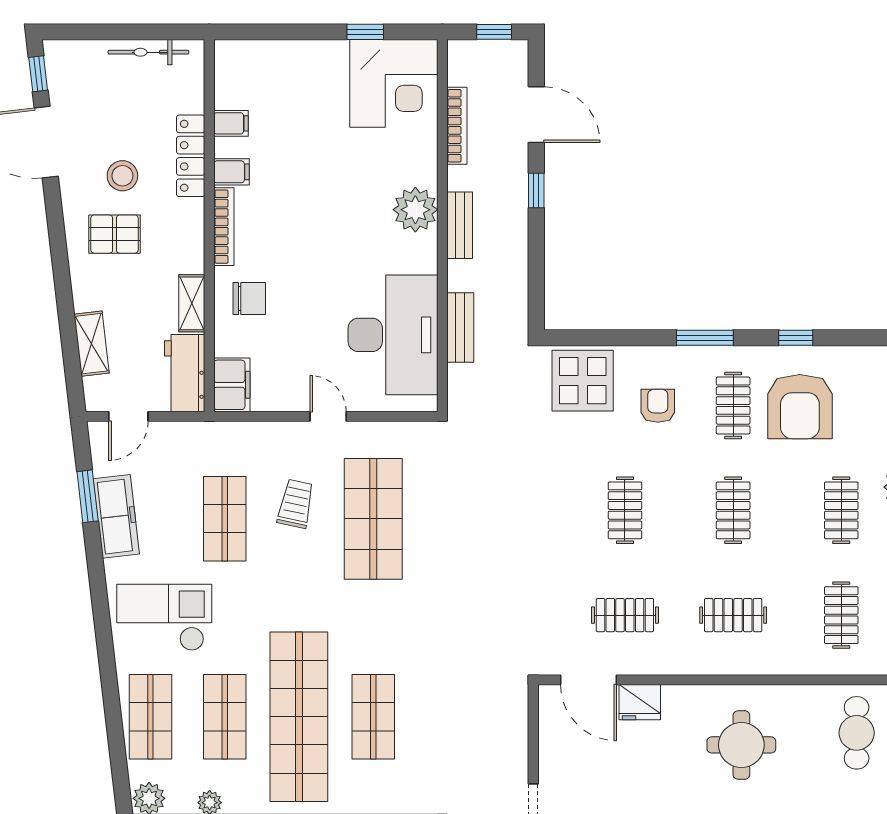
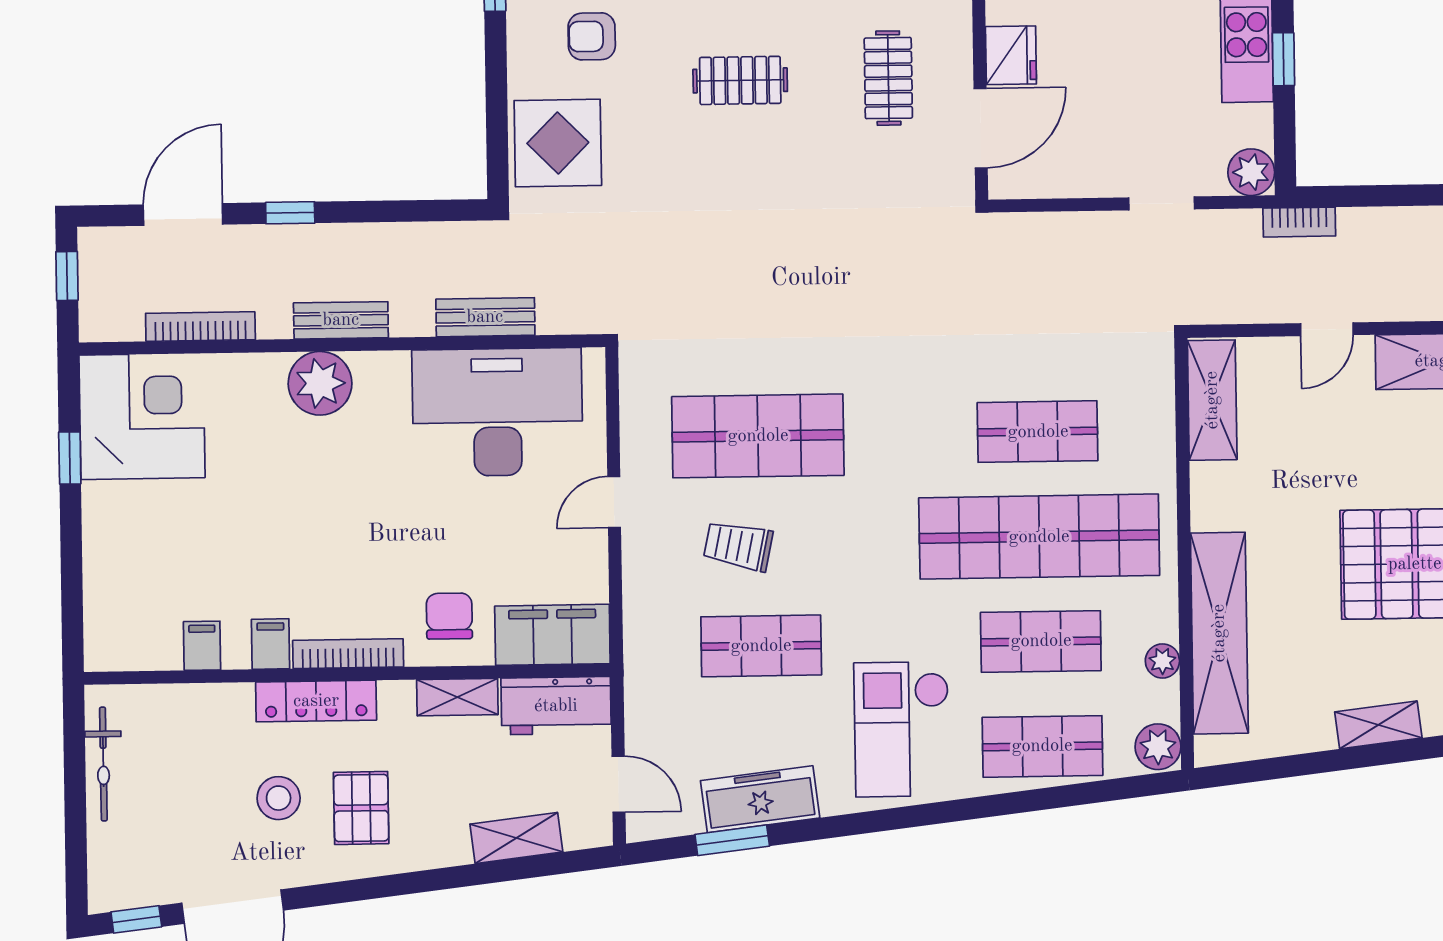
locker: (191, 156) -> (316, 701), moved
filing cabinet: (232, 385) -> (552, 635), width x1.50, depth x1.17

